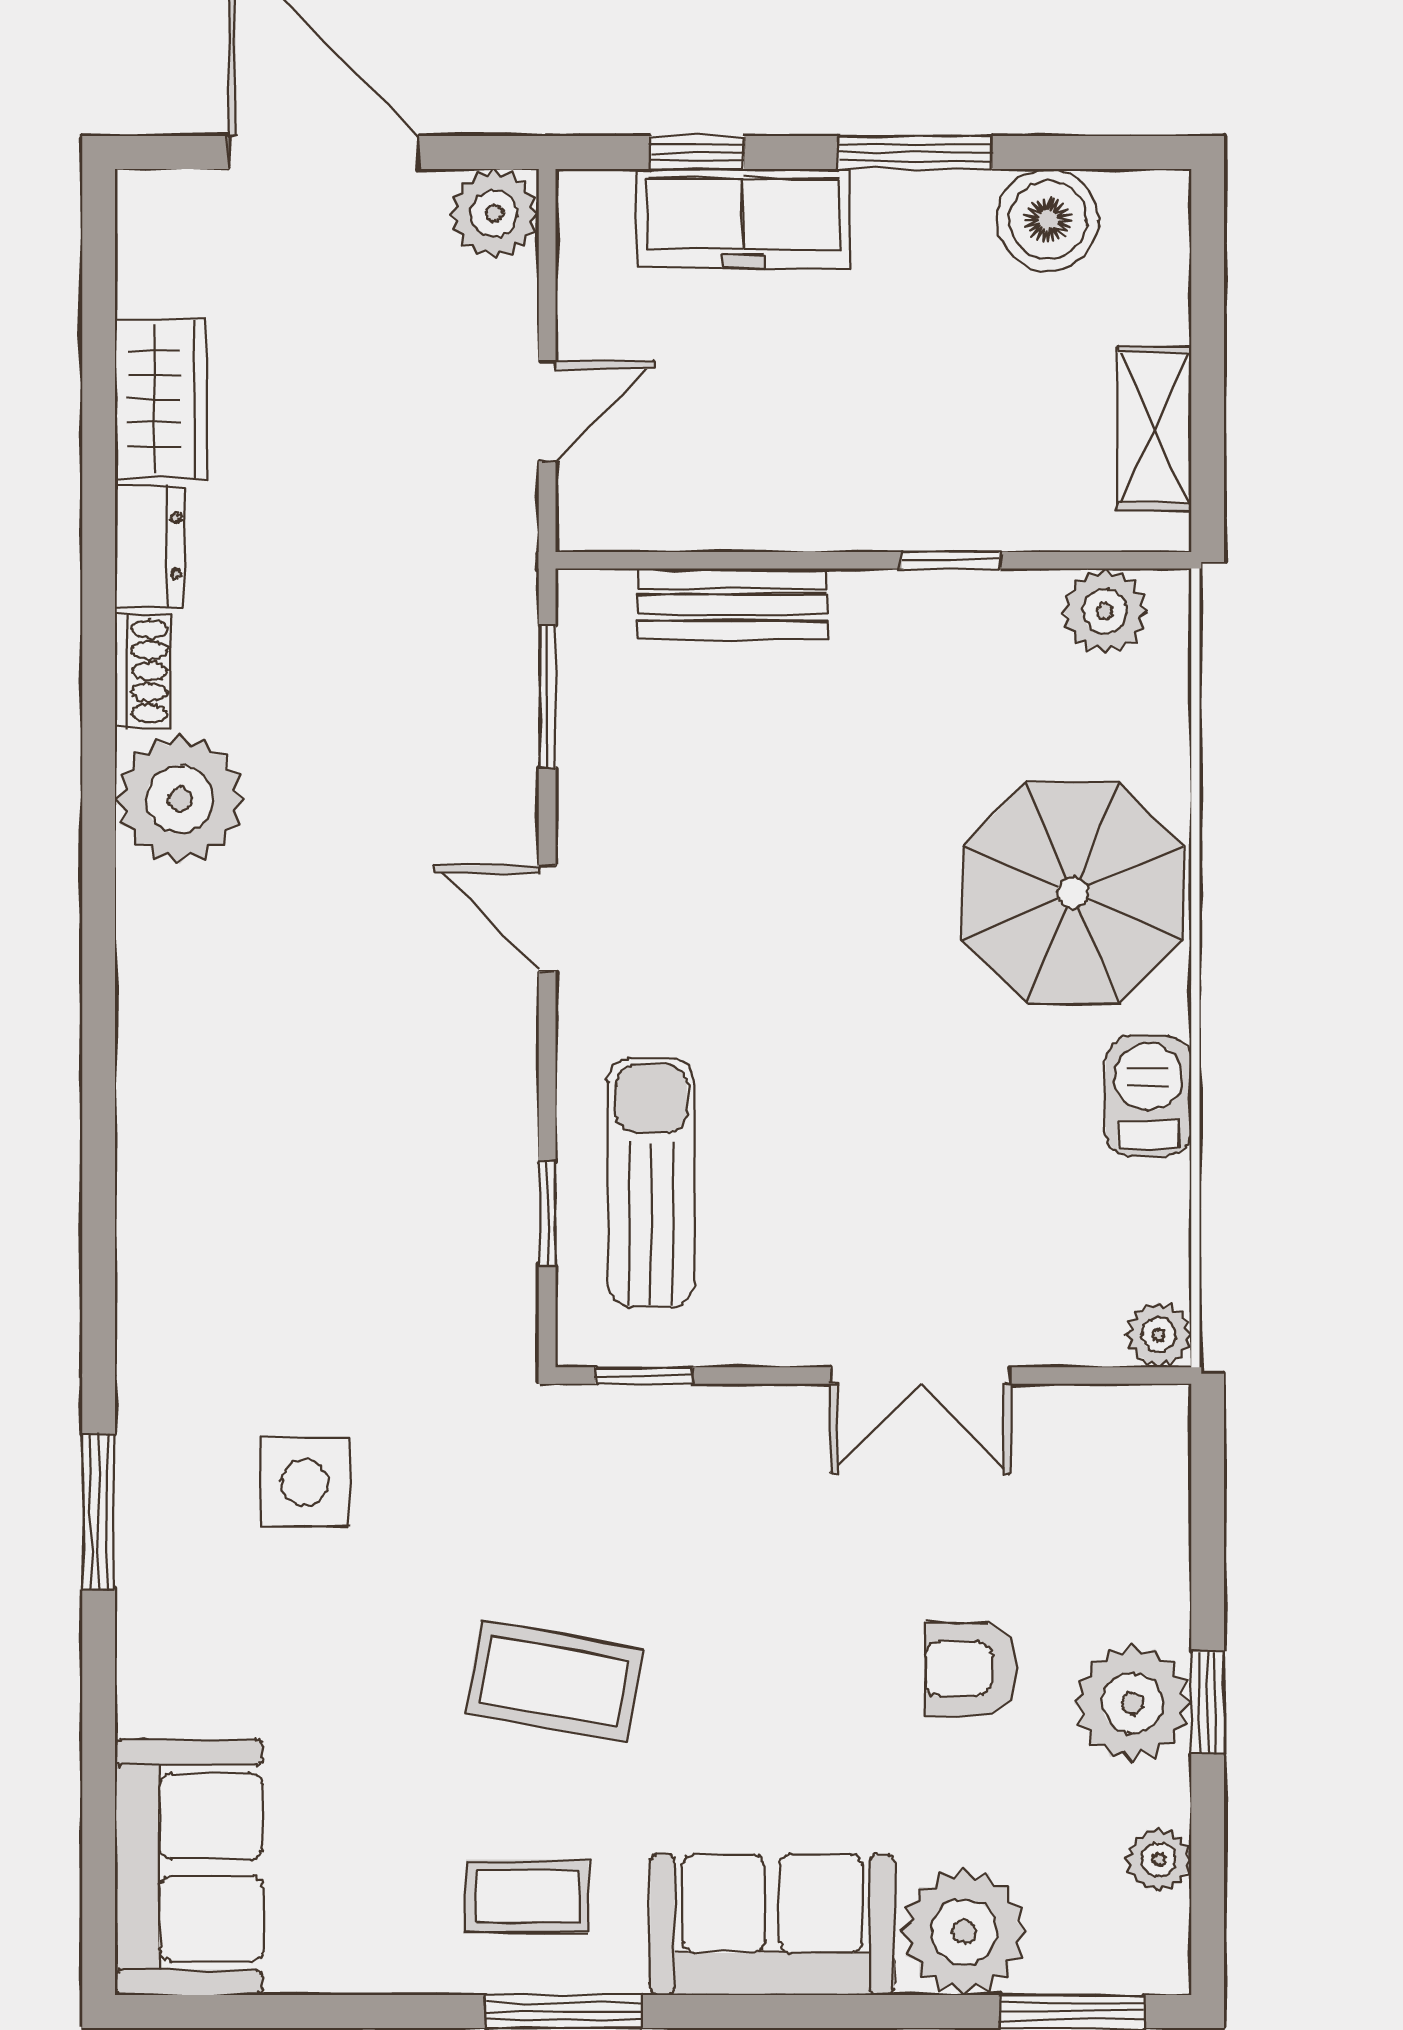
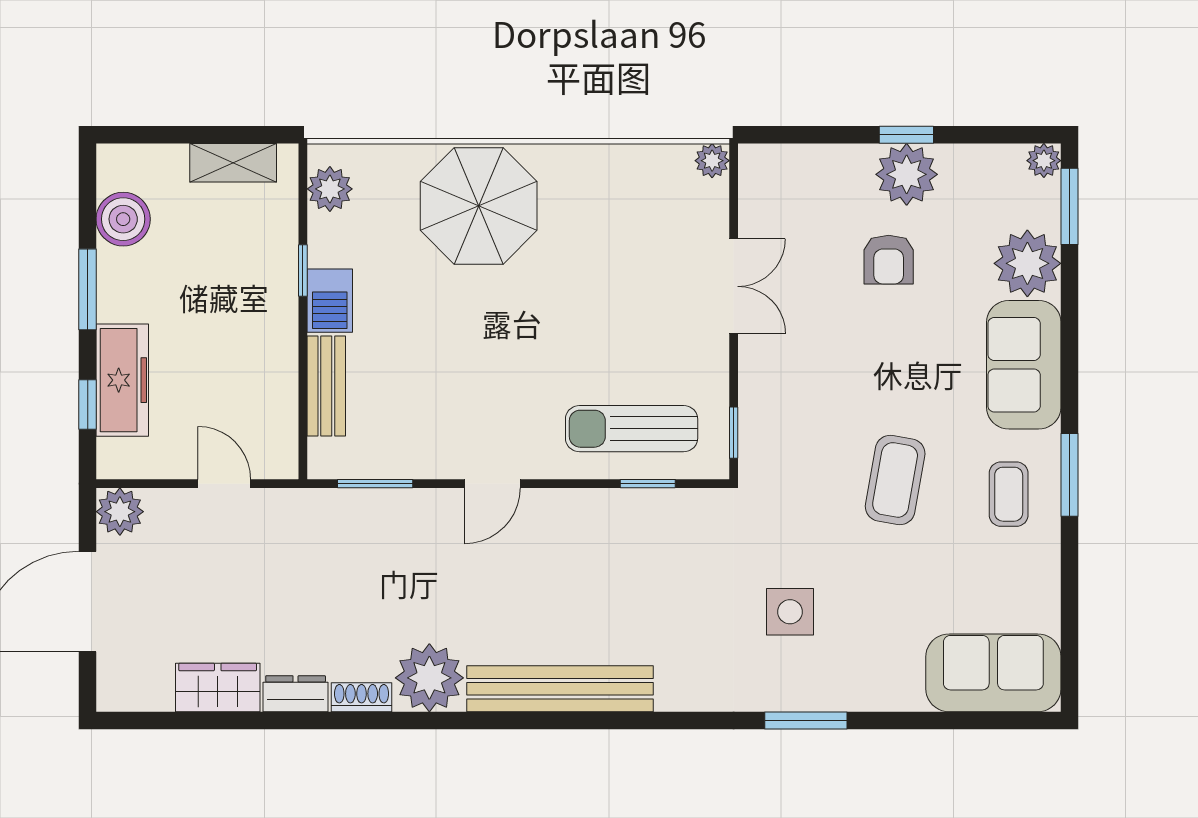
bench: (159, 1047) -> (560, 689), added
barbecue: (1149, 1096) -> (330, 301), moved, turned -90
plant: (1159, 1860) -> (1044, 161), moved

